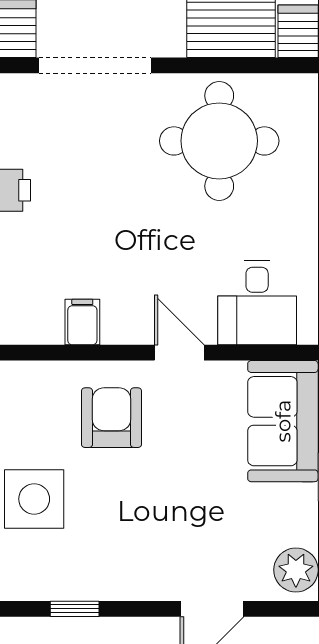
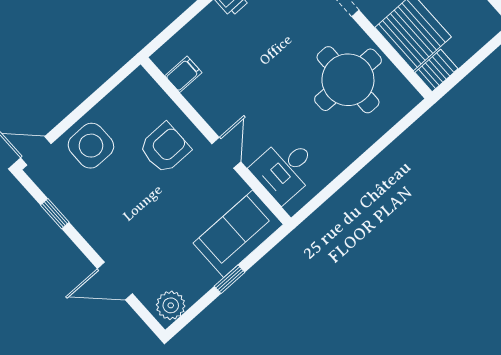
filing cabinet: (82, 322) -> (183, 74), moved

